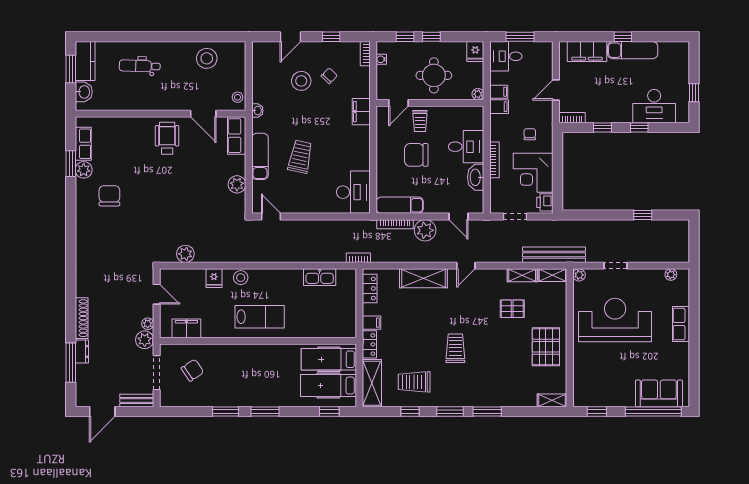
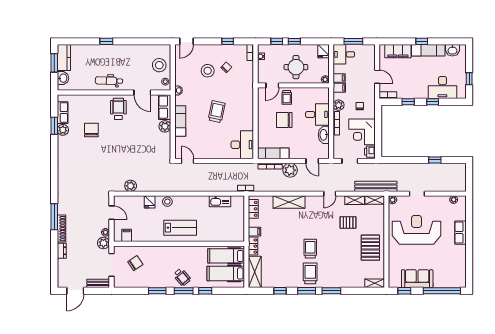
window: (149, 37) -> (106, 41), added
door: (290, 37) -> (186, 41), moved
washbasin: (669, 50) -> (452, 50), added
stool: (207, 58) -> (159, 65), moved
dental chair: (140, 66) -> (109, 81), moved
door: (556, 90) -> (377, 77), swing flipped
filing cabinet: (361, 112) -> (248, 91), removed
plant: (498, 133) -> (339, 105), added
trolley: (300, 157) -> (217, 112), moved
plant: (237, 184) -> (165, 126), moved
chair: (109, 196) -> (91, 130), moved
door: (466, 266) -> (330, 194), moved
filing cabinet: (186, 328) -> (127, 235), width x0.50
window: (71, 363) -> (54, 217), moved
trolley: (414, 382) -> (310, 273), moved, turned 90
wheelchair: (263, 391) -> (182, 277), added
sofa: (659, 393) -> (417, 279), moved
window: (329, 412) -> (205, 291), moved

